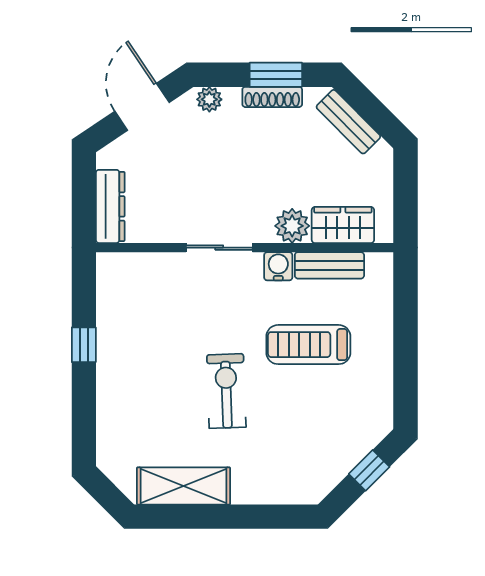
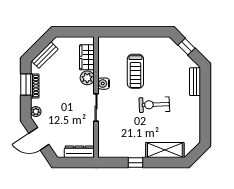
bench: (329, 265) -> (195, 82), moved
shelving: (184, 486) -> (165, 150), moved, turned 90

